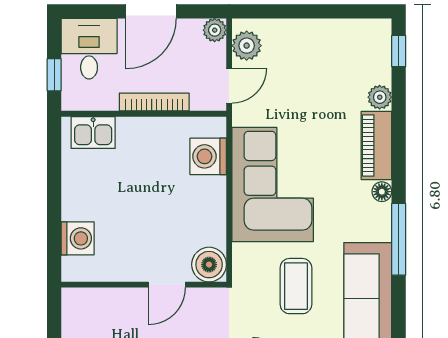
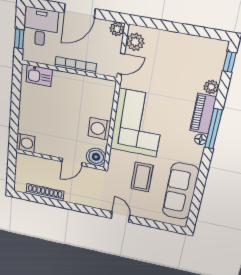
washing machine: (208, 156) -> (99, 129), moved
washing machine: (78, 238) -> (25, 143), moved
window: (399, 239) -> (214, 129), moved

